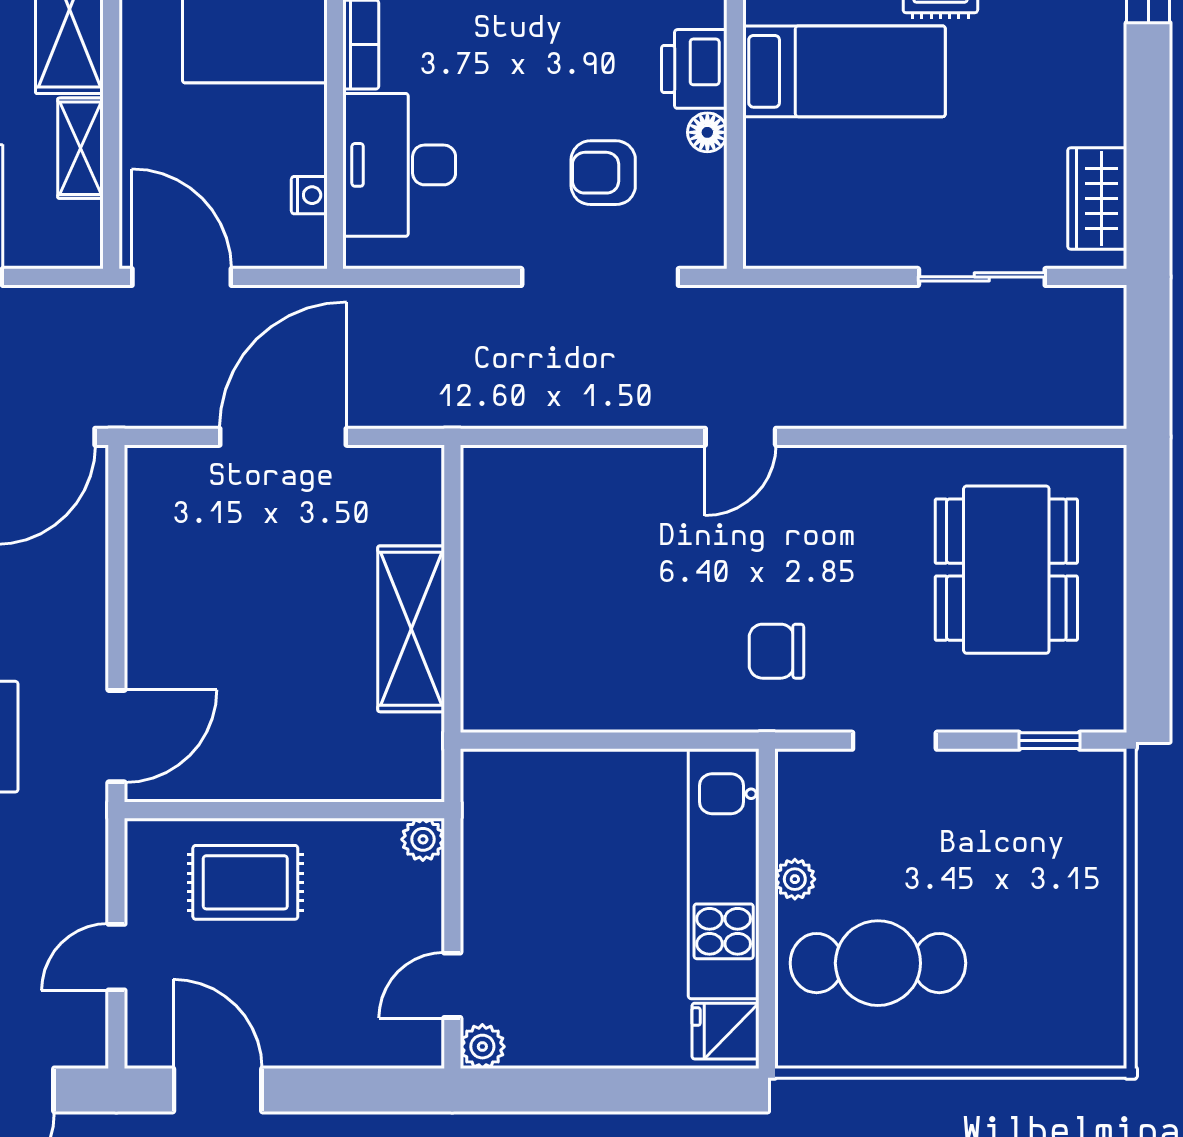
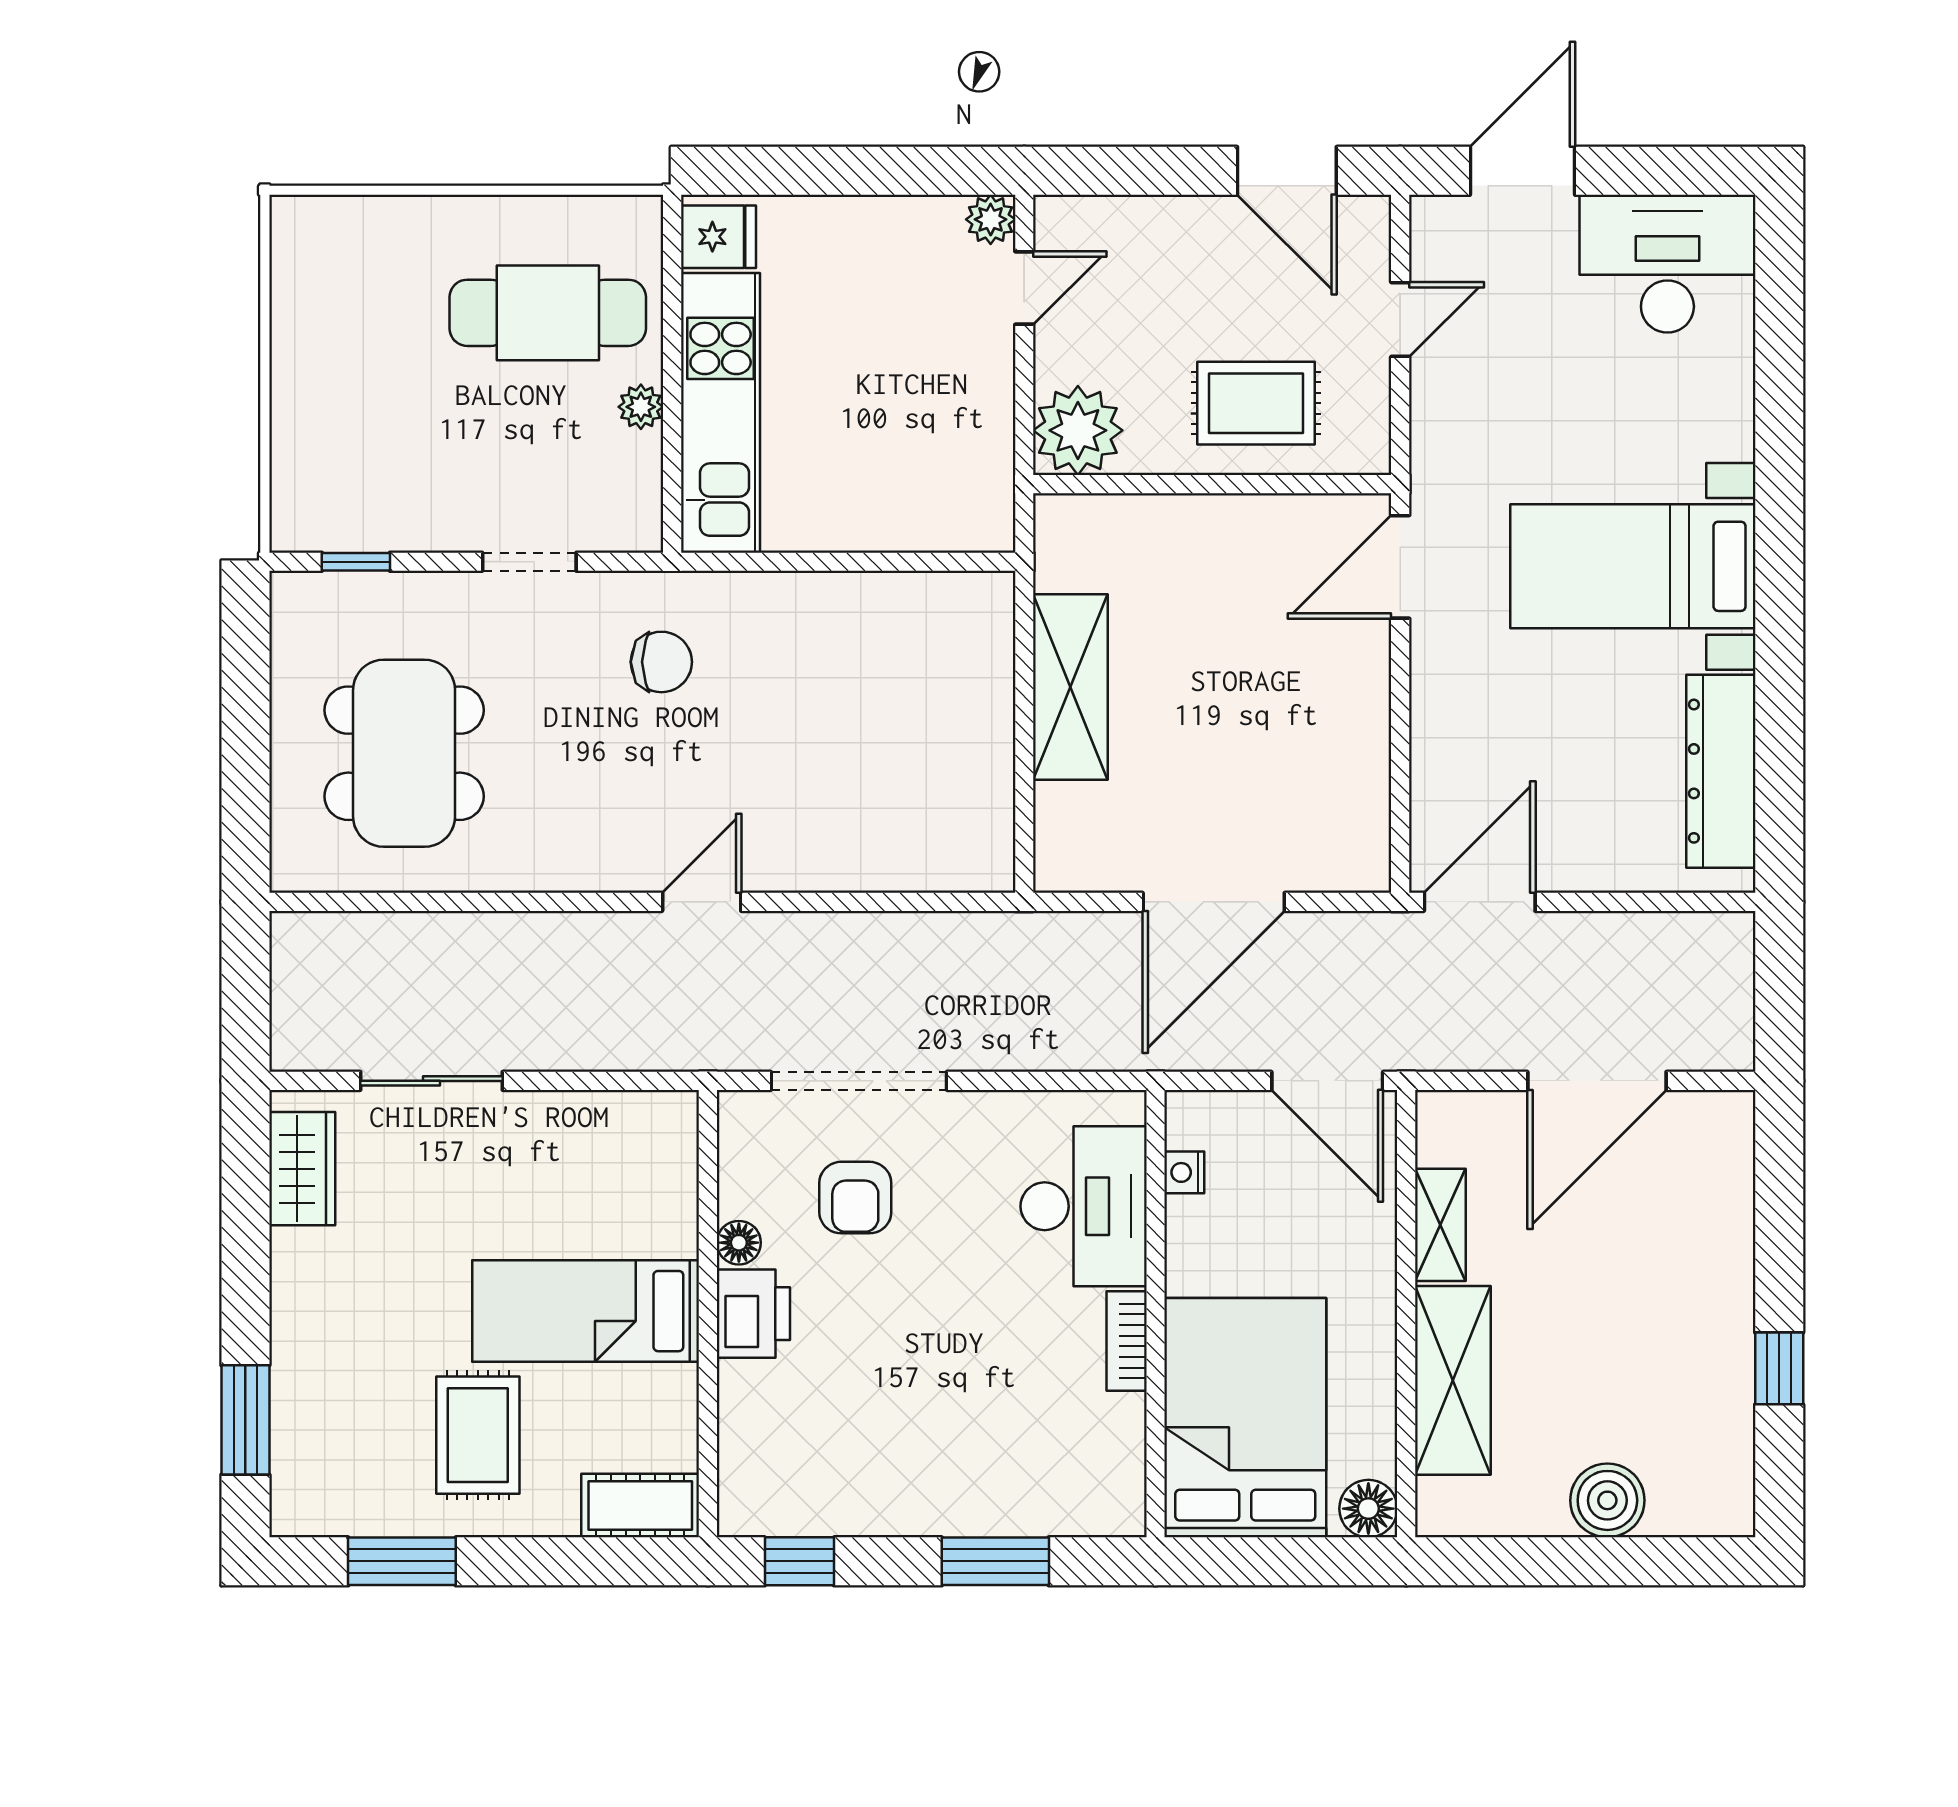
armchair: (603, 173) -> (855, 1198), turned 90
plant: (423, 839) -> (1078, 430), width x1.88, depth x1.88

